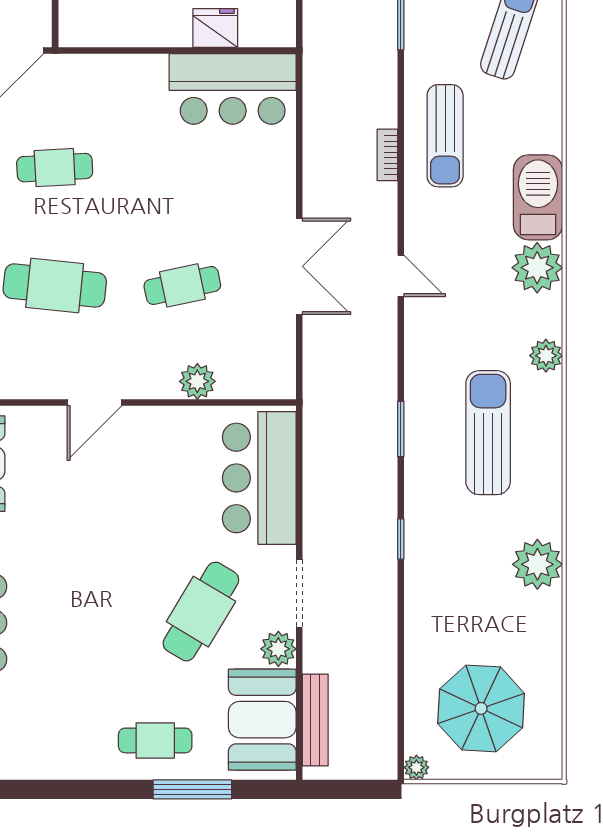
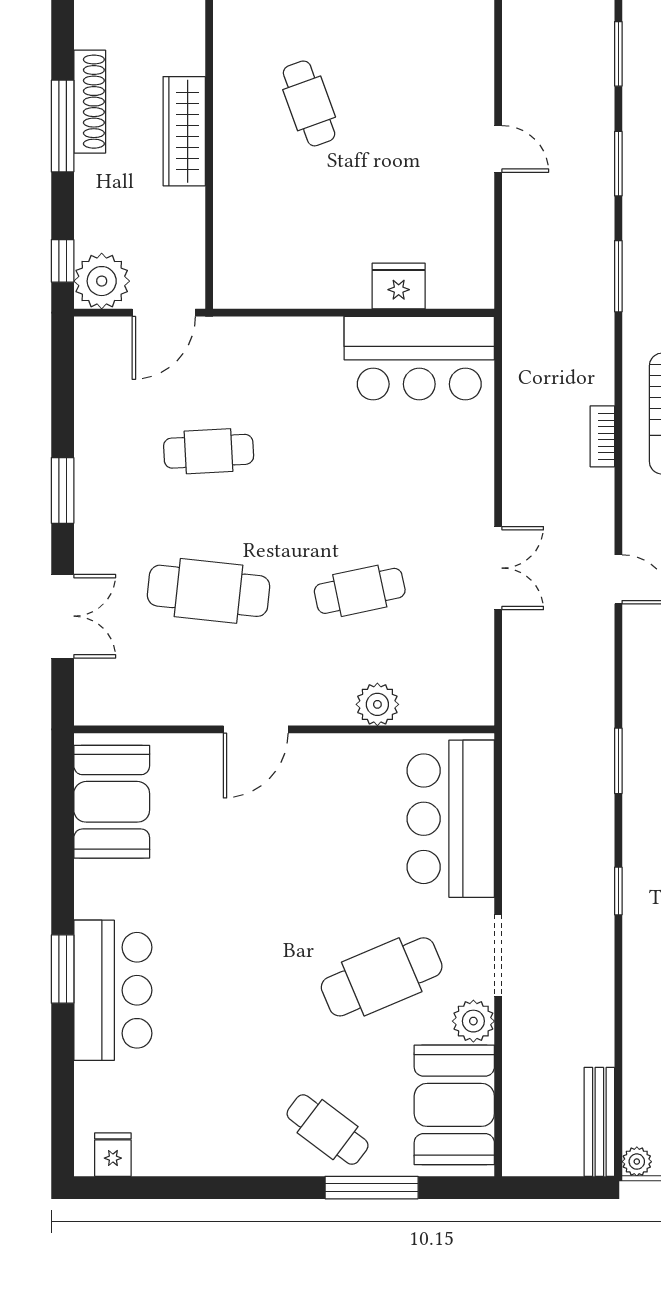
double door: (299, 266) -> (498, 568), width x0.73
cafe table: (201, 612) -> (382, 977), turned 36
bench: (315, 720) -> (599, 1122), moved
cafe table: (155, 740) -> (328, 1130), turned 37

